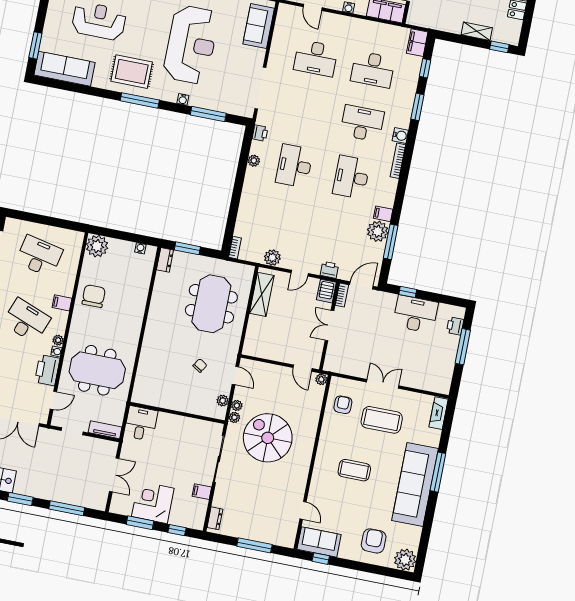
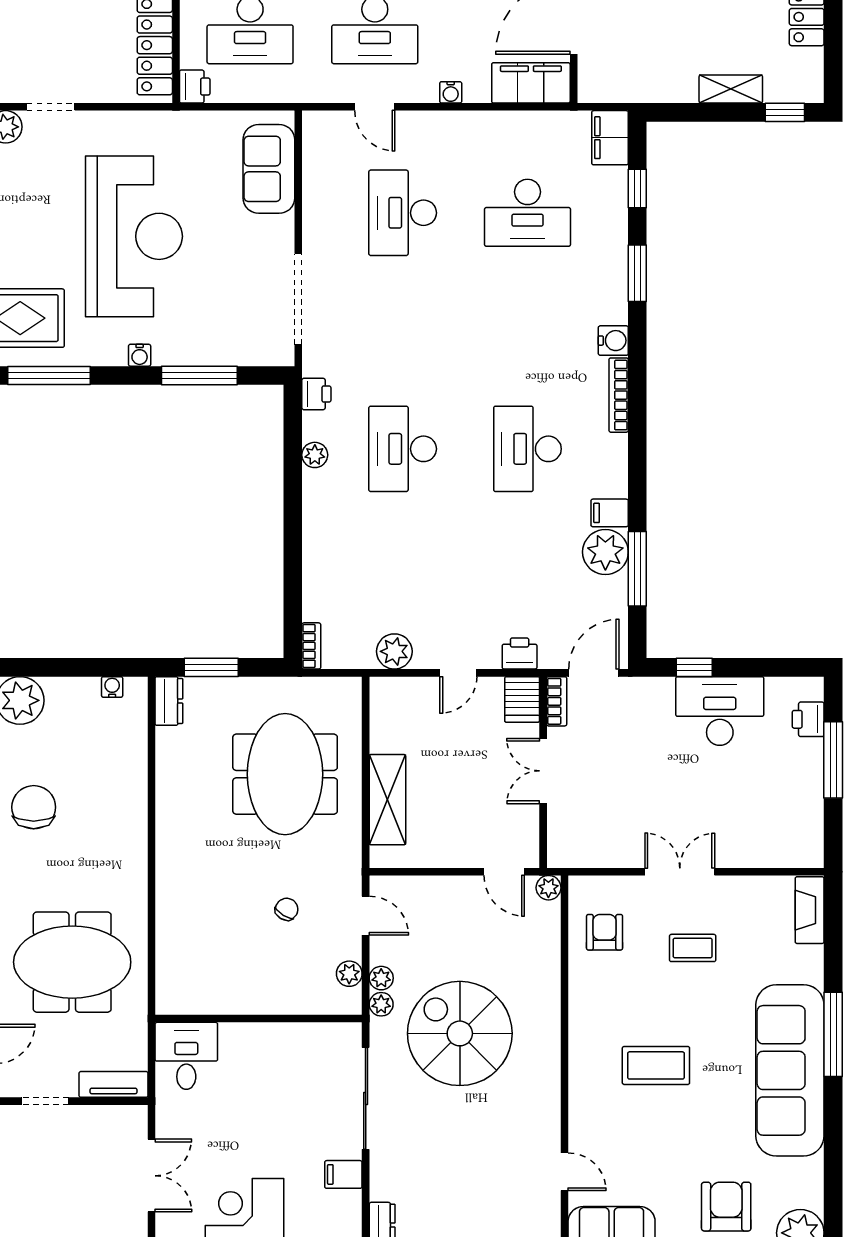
desk: (316, 58) -> (403, 213), turned 90
desk: (362, 123) -> (527, 331), removed
shelving: (262, 294) -> (387, 800), moved
coffee table: (382, 420) -> (693, 948), width x0.54, depth x0.58

